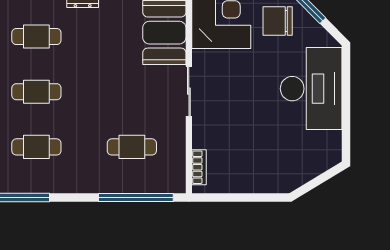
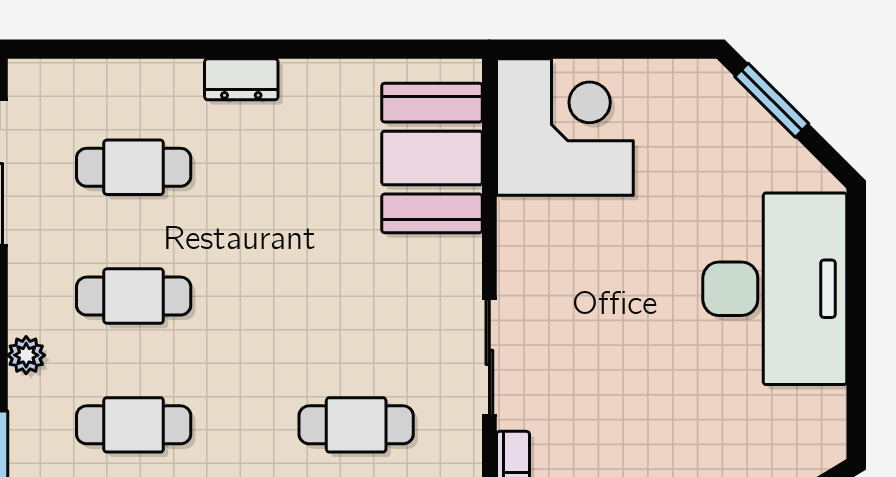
chair: (278, 21) -> (696, 131), removed
sliding door: (189, 91) -> (489, 357), moved

